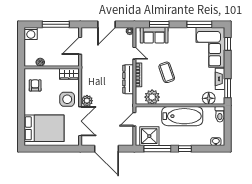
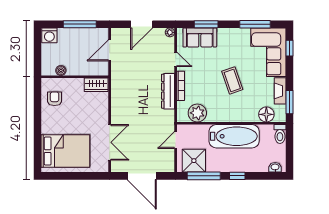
coffee table: (167, 72) -> (232, 80), moved
side table: (67, 99) -> (94, 116), removed
plant: (87, 101) -> (118, 117), removed

